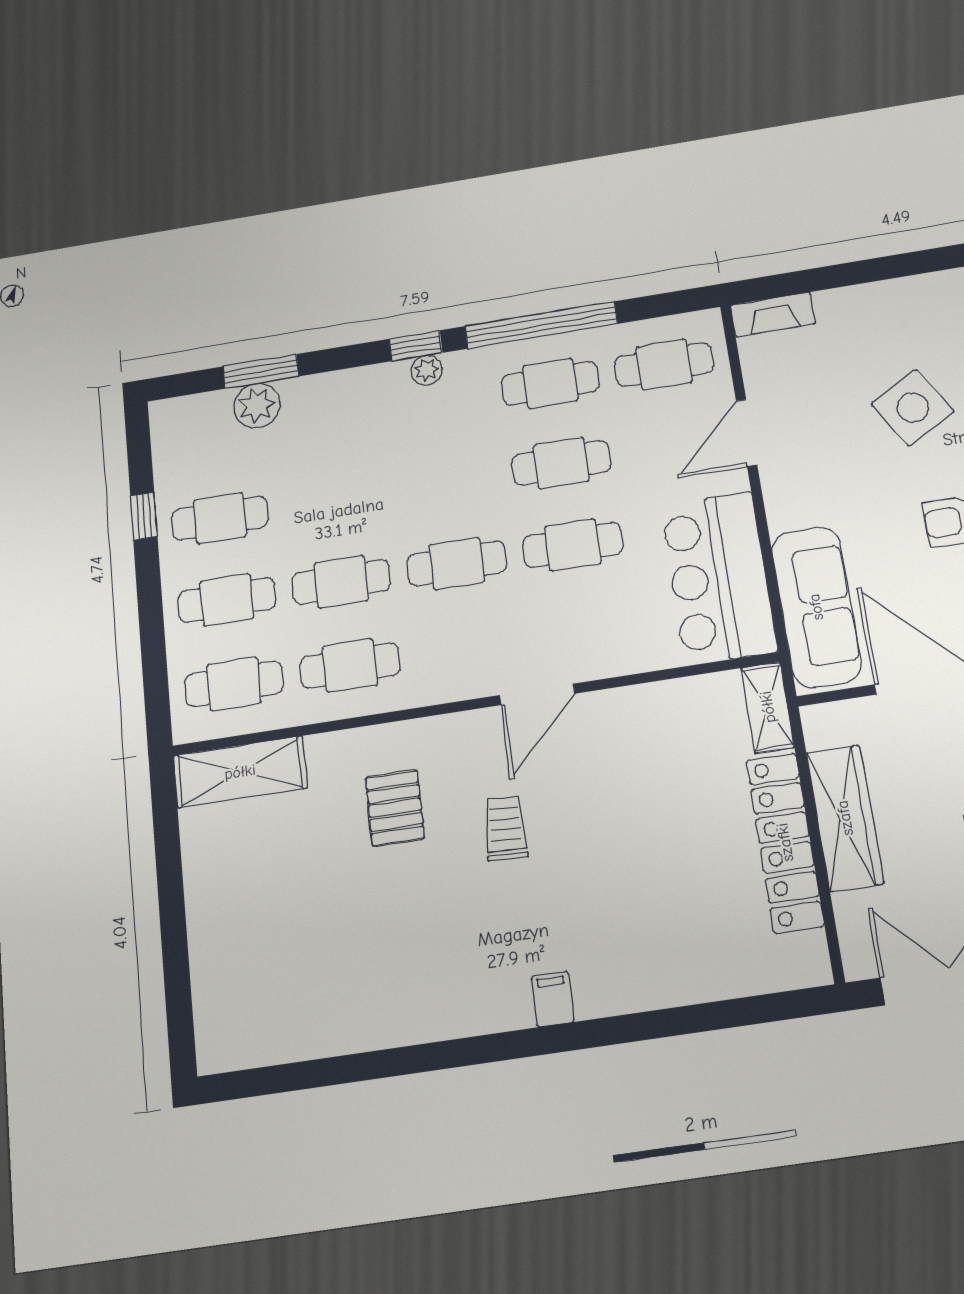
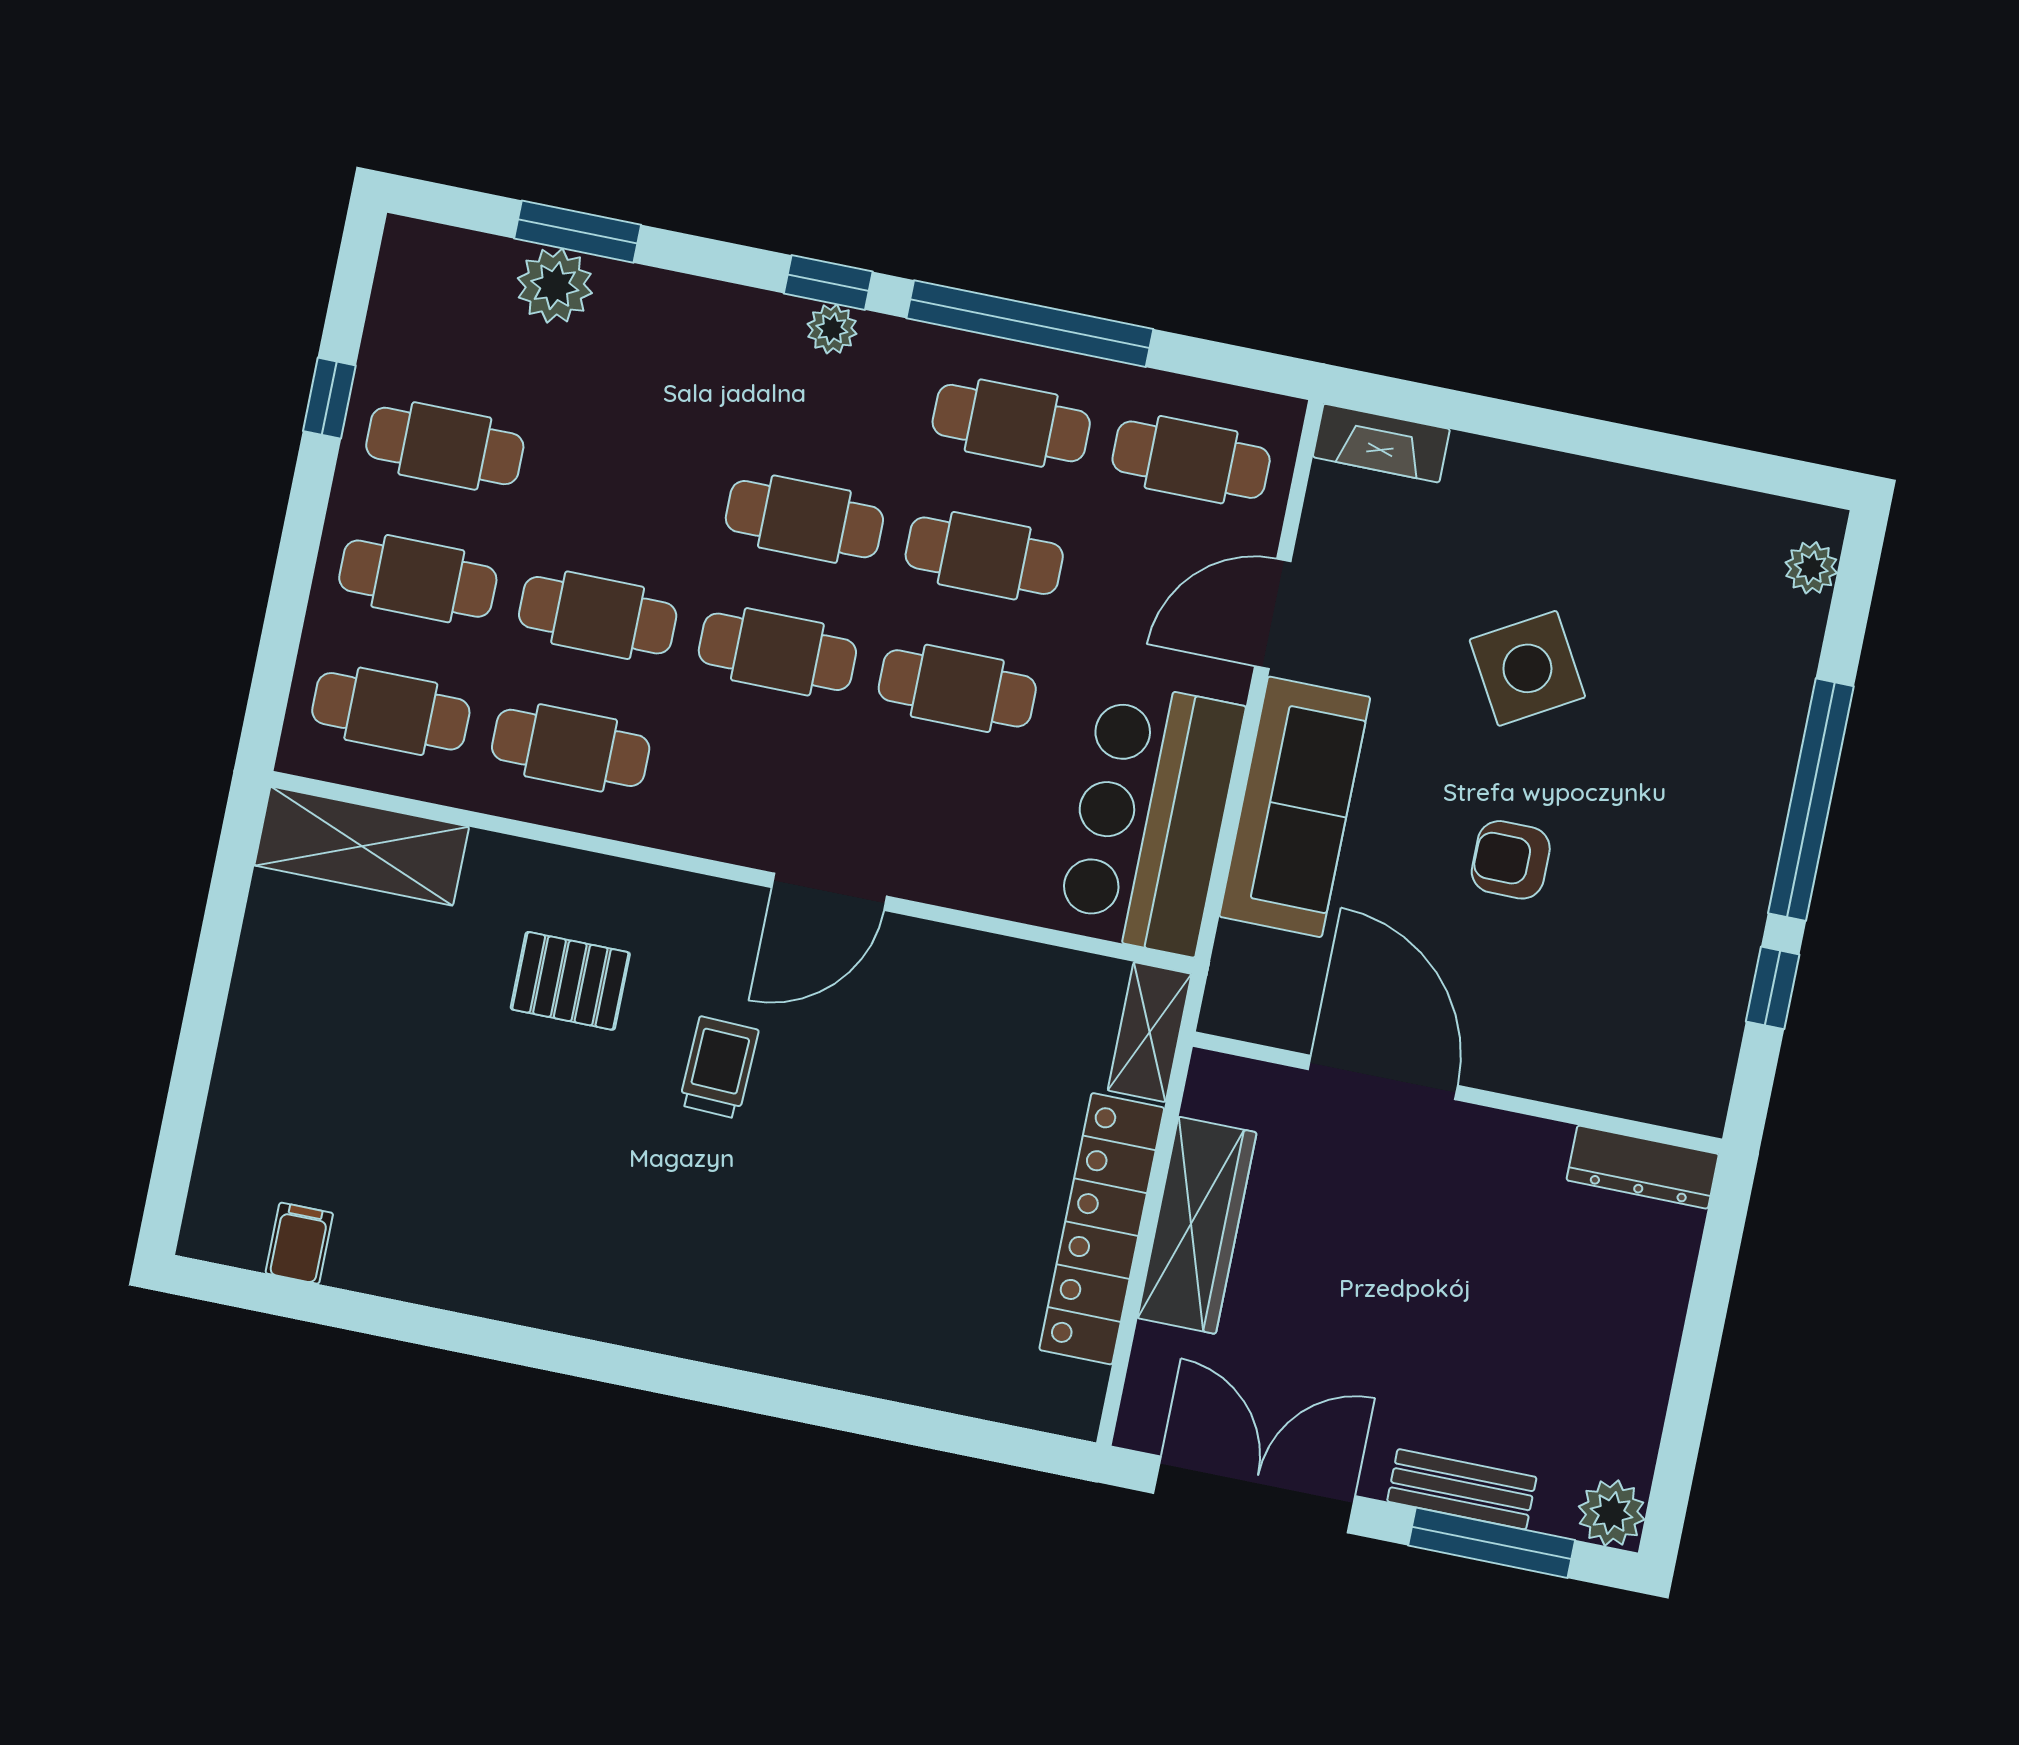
cafe table: (447, 482) -> (804, 519), added
sofa: (816, 607) -> (1295, 807), moved
pallet: (395, 808) -> (570, 981), turned 90
filing cabinet: (553, 999) -> (299, 1243), moved

